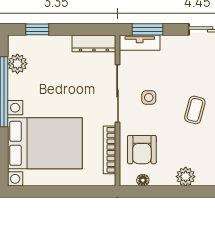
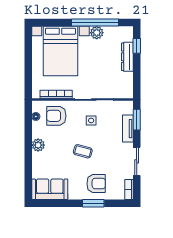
dresser: (94, 43) -> (127, 57), moved
tv unit: (140, 43) -> (128, 129), moved
plant: (17, 64) -> (97, 33), moved

